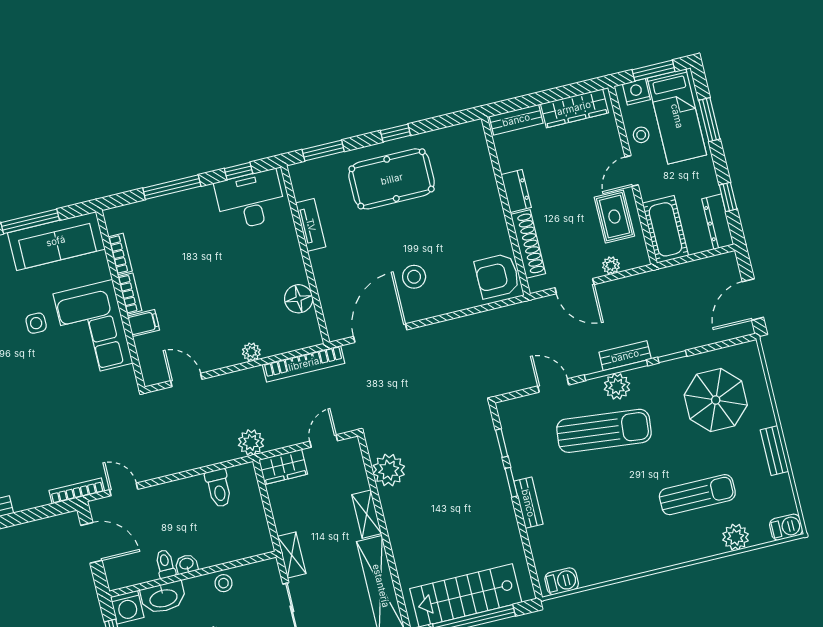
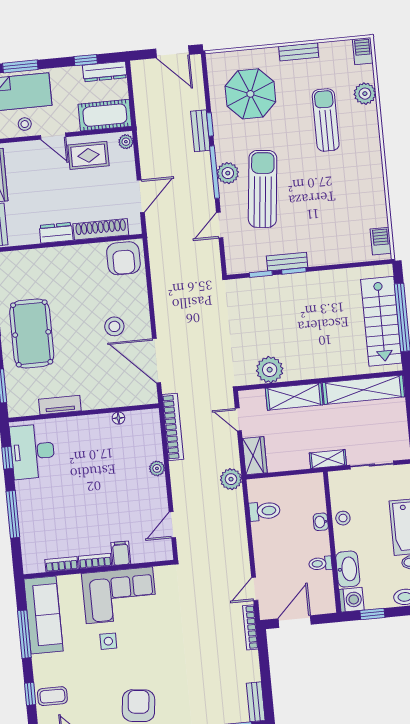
plant: (611, 265) -> (126, 142), moved
floor lamp: (299, 299) -> (118, 418), width x0.53, depth x0.53
bench: (625, 356) -> (200, 131), moved
bench: (528, 503) -> (287, 262), moved
shelving: (367, 514) -> (294, 397), width x1.50, depth x1.33
washbasin: (187, 564) -> (321, 522), moved

